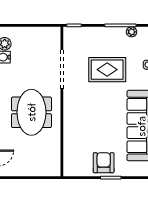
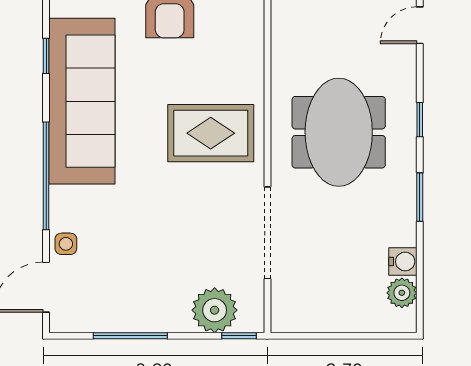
plant: (132, 32) -> (215, 310), moved, width x1.88, depth x1.88
rug: (107, 70) -> (211, 133), moved

